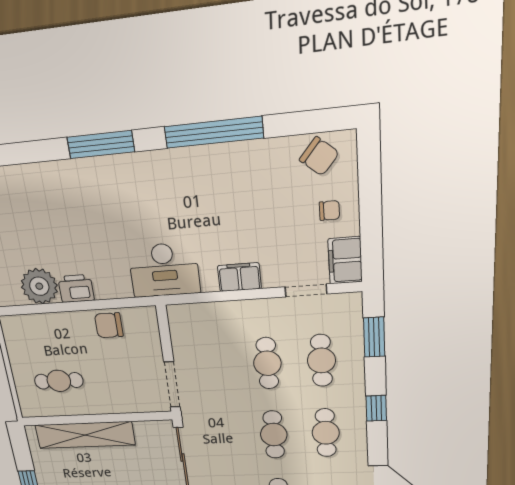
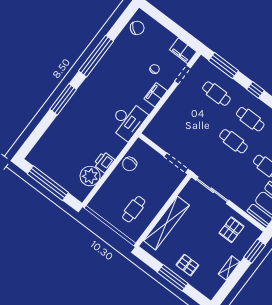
chair: (329, 210) -> (155, 69), moved
window: (374, 337) -> (224, 66), width x1.44
cafe table: (267, 363) -> (200, 116), removed

